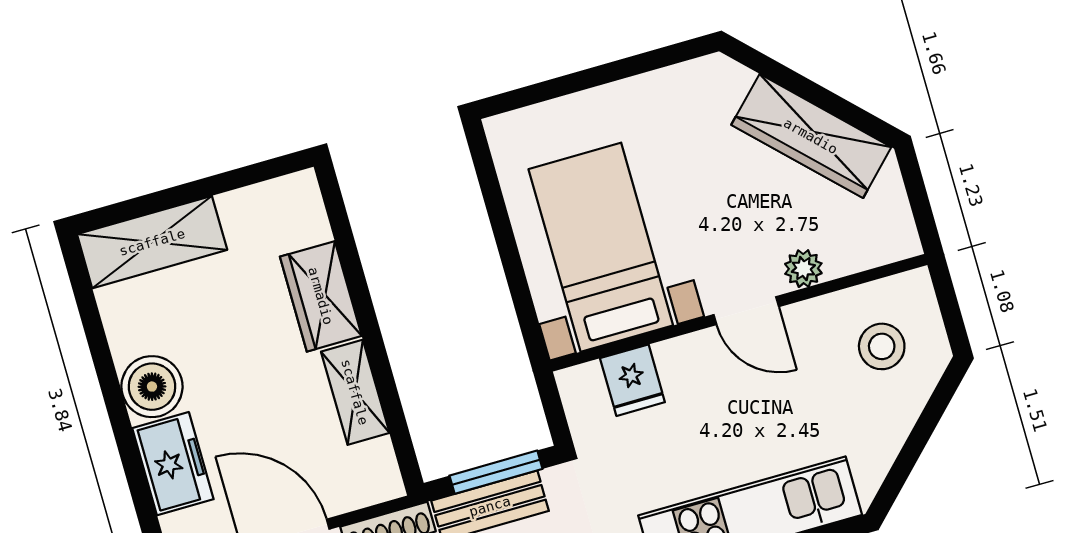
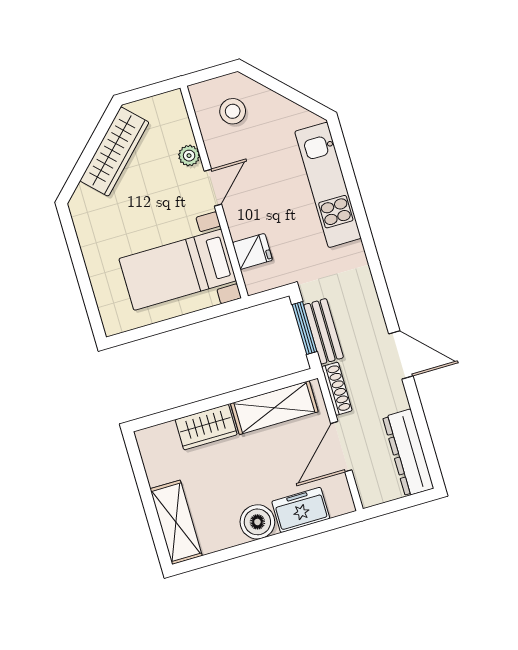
shelving: (355, 392) -> (274, 408), width x1.50, depth x1.33

